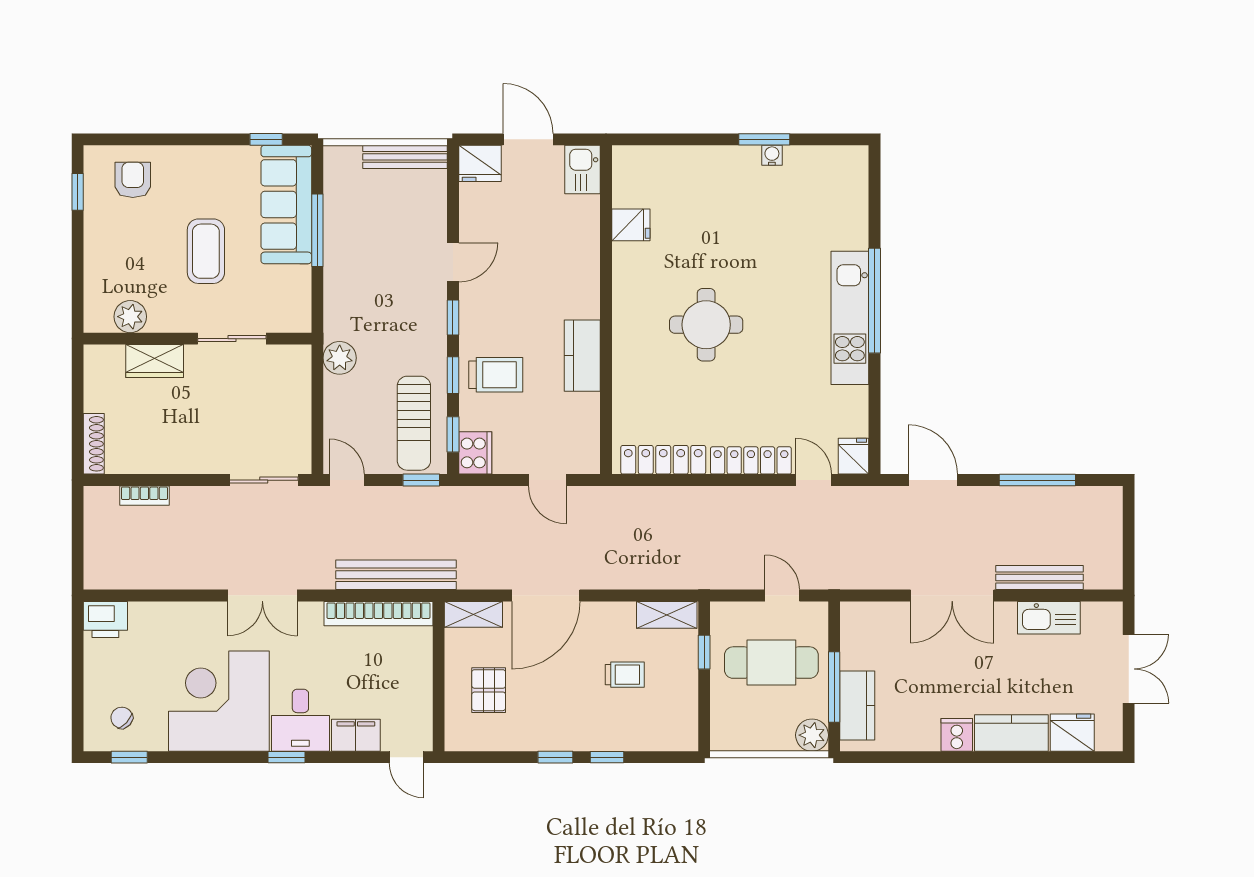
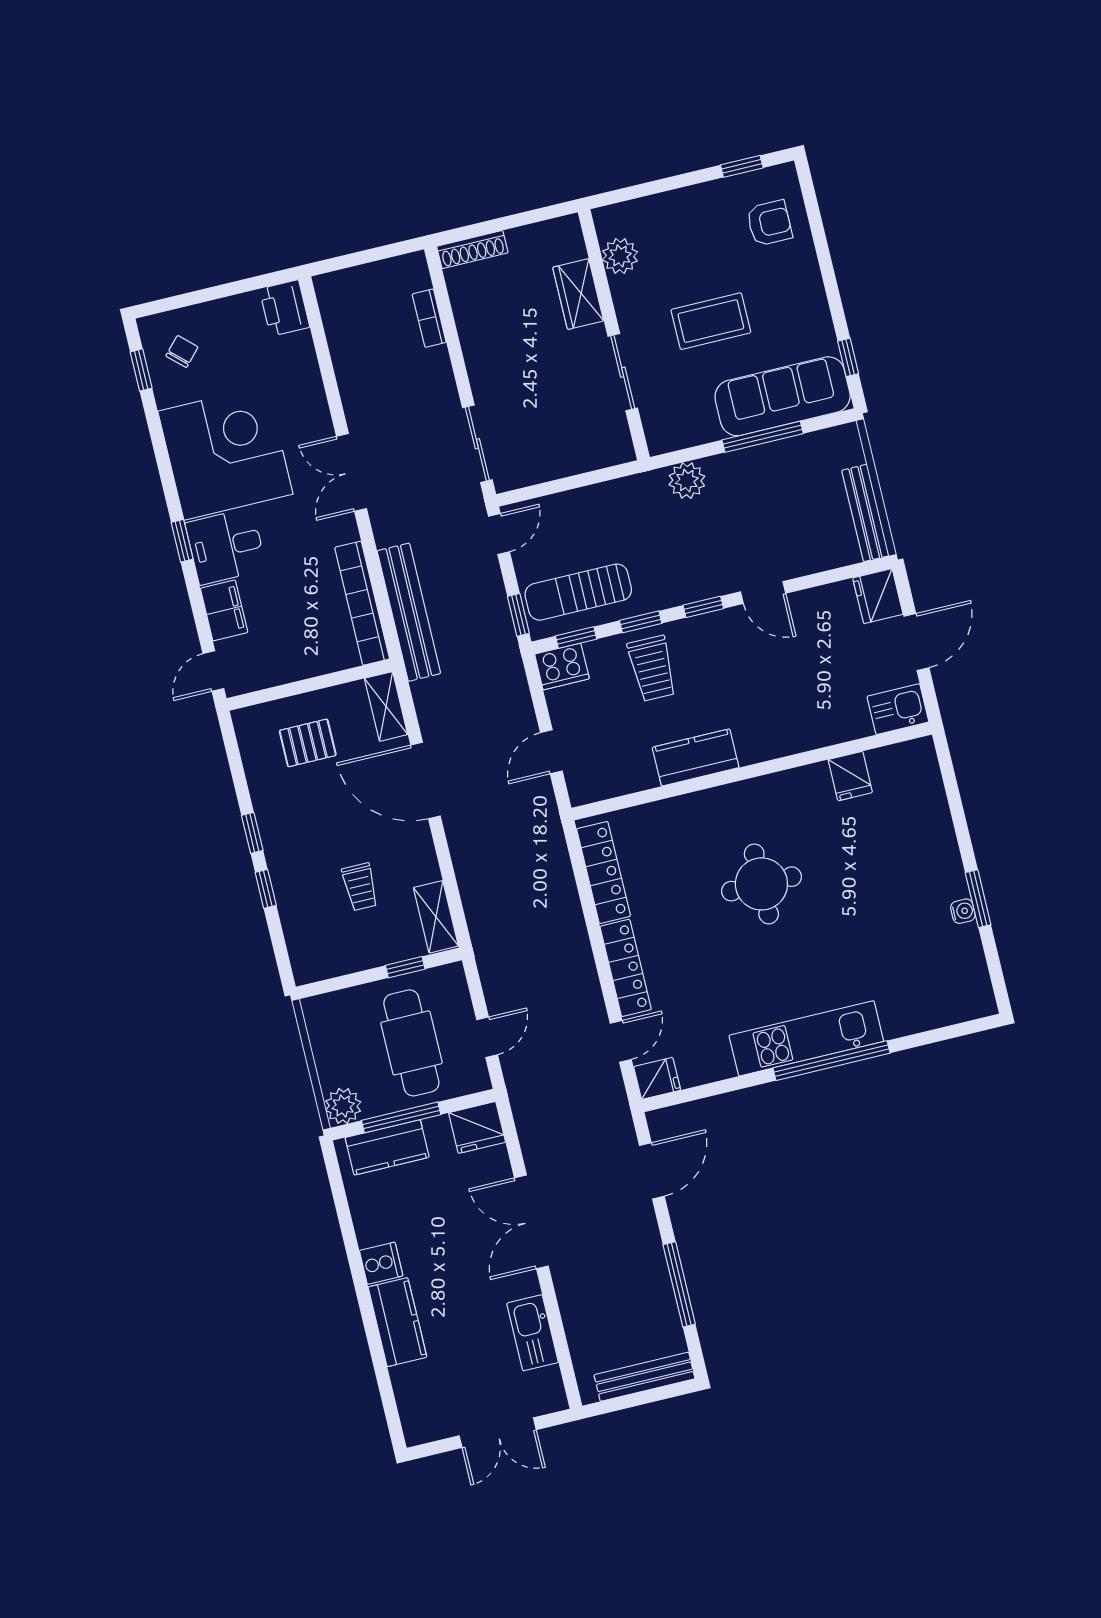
plant: (340, 358) -> (687, 481), moved
bench: (1040, 577) -> (645, 1377), moved, turned 90
fridge: (1072, 733) -> (477, 1127), moved, turned 90

